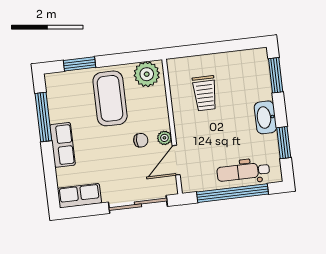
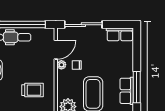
trolley: (205, 93) -> (32, 90), turned 90
row of seats: (62, 145) -> (127, 91), moved

